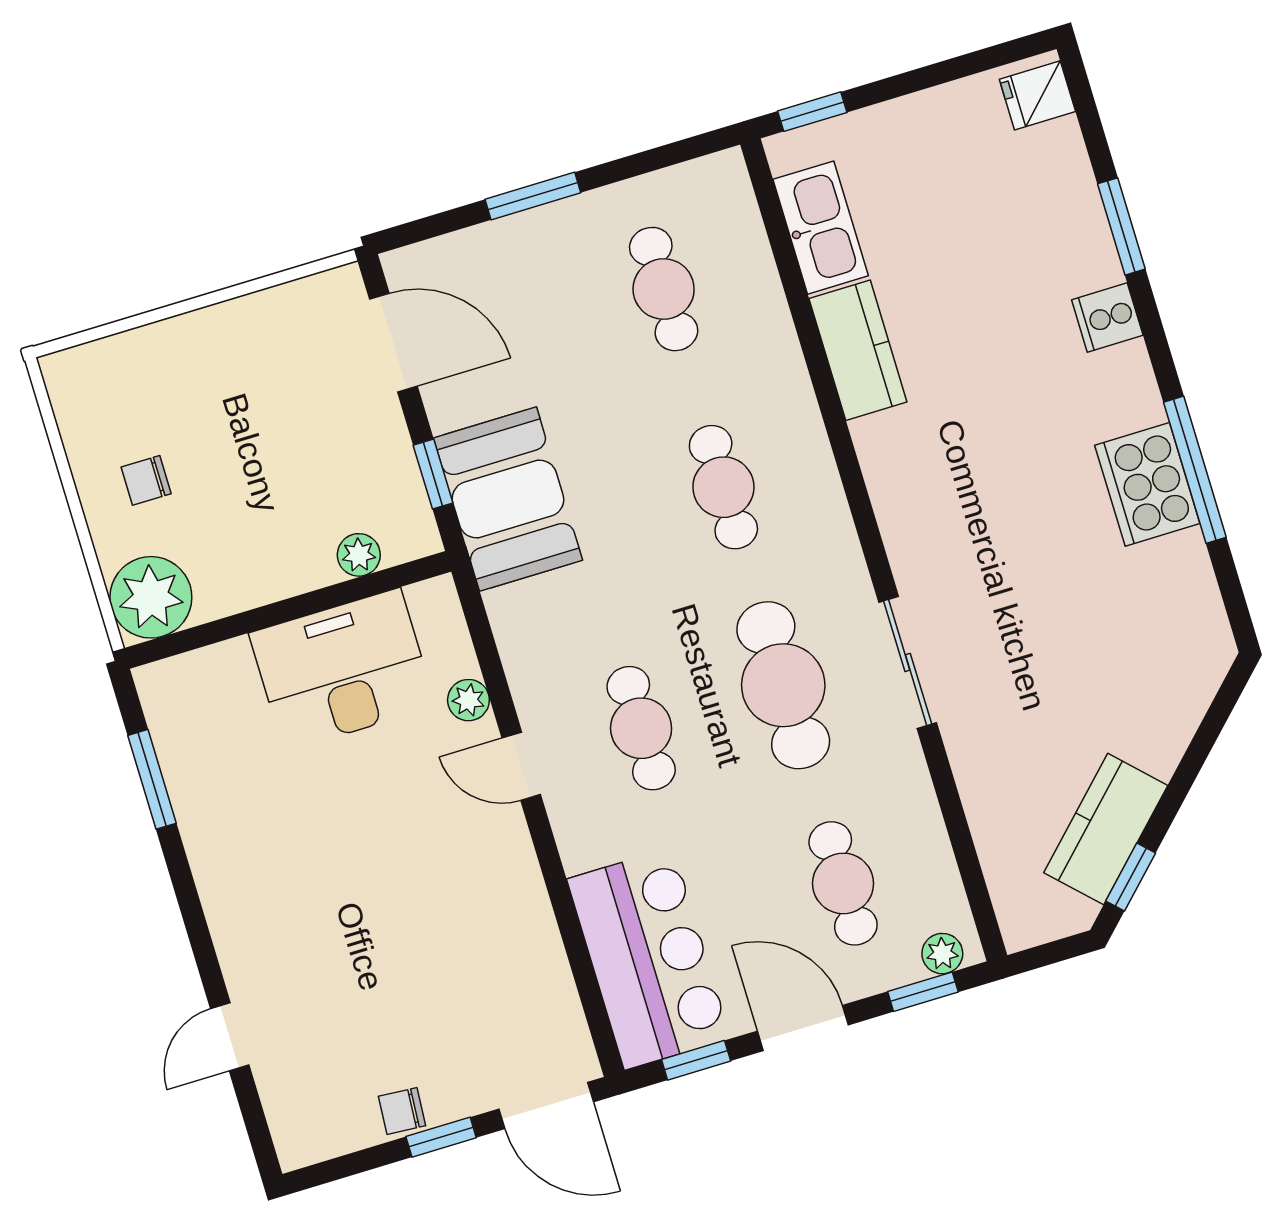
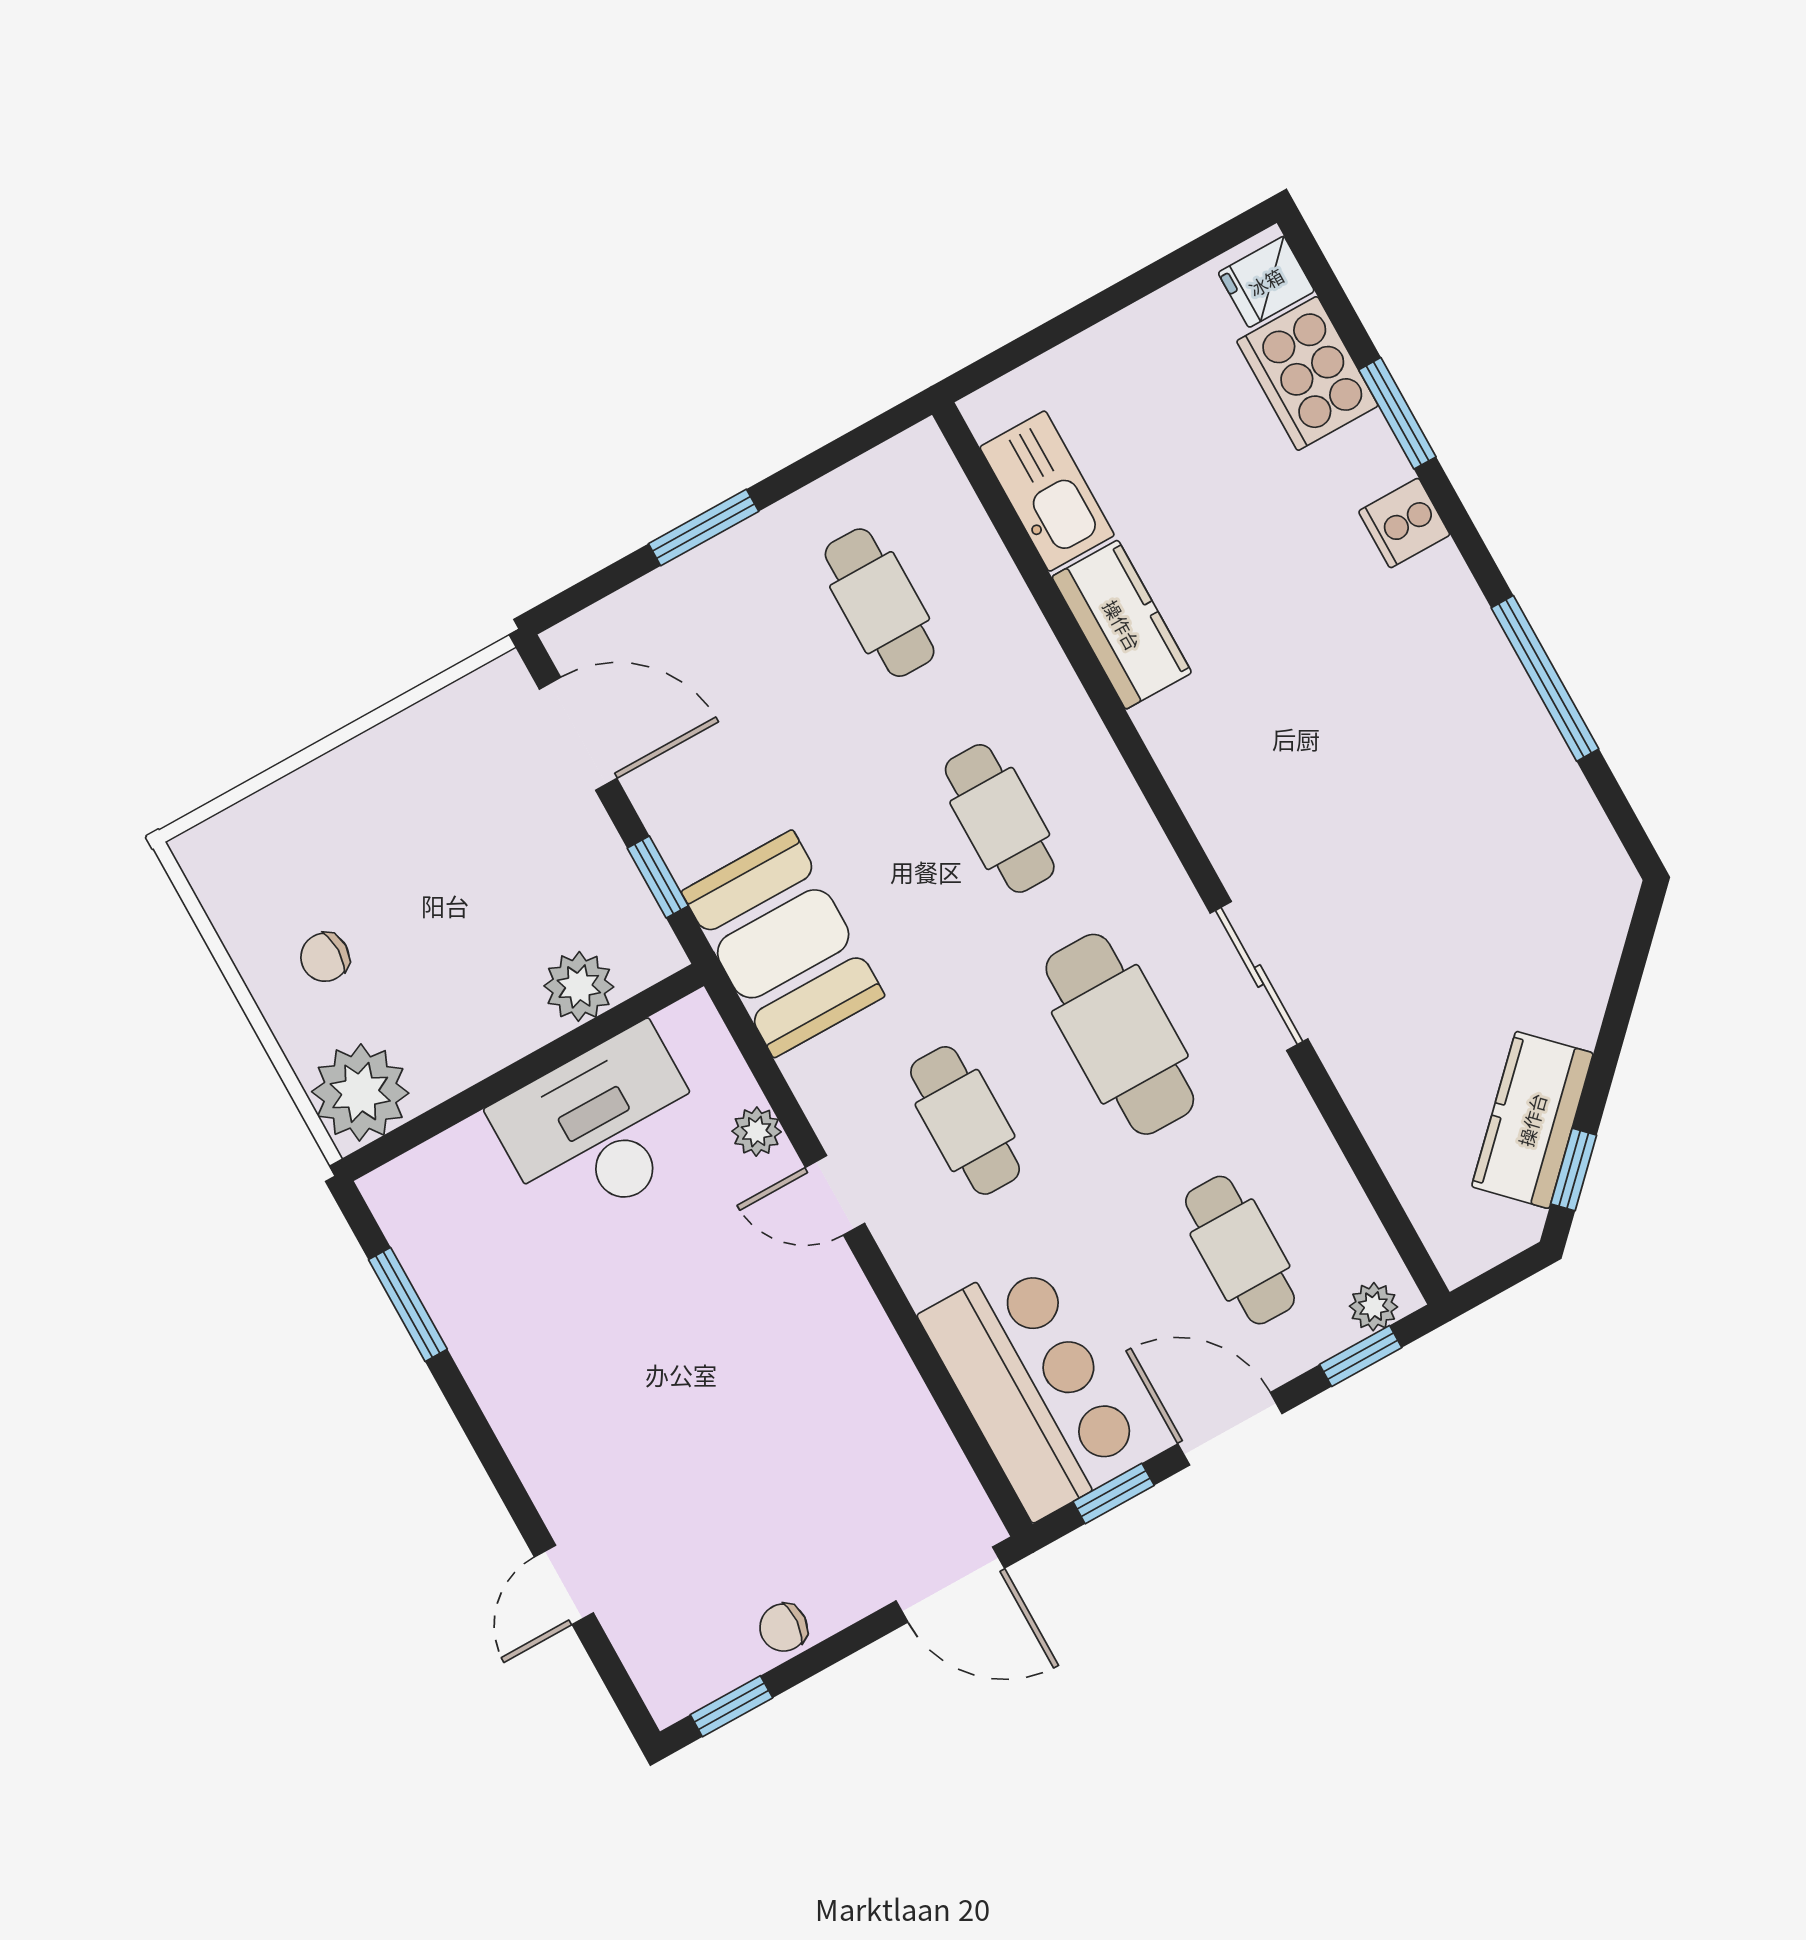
window: (812, 112) -> (1008, 358), removed
cooker: (1147, 484) -> (1307, 373), moved
booth: (508, 499) -> (783, 944), moved
plant: (359, 555) -> (579, 986), width x1.38, depth x1.38
window: (441, 1137) -> (731, 1706), moved

